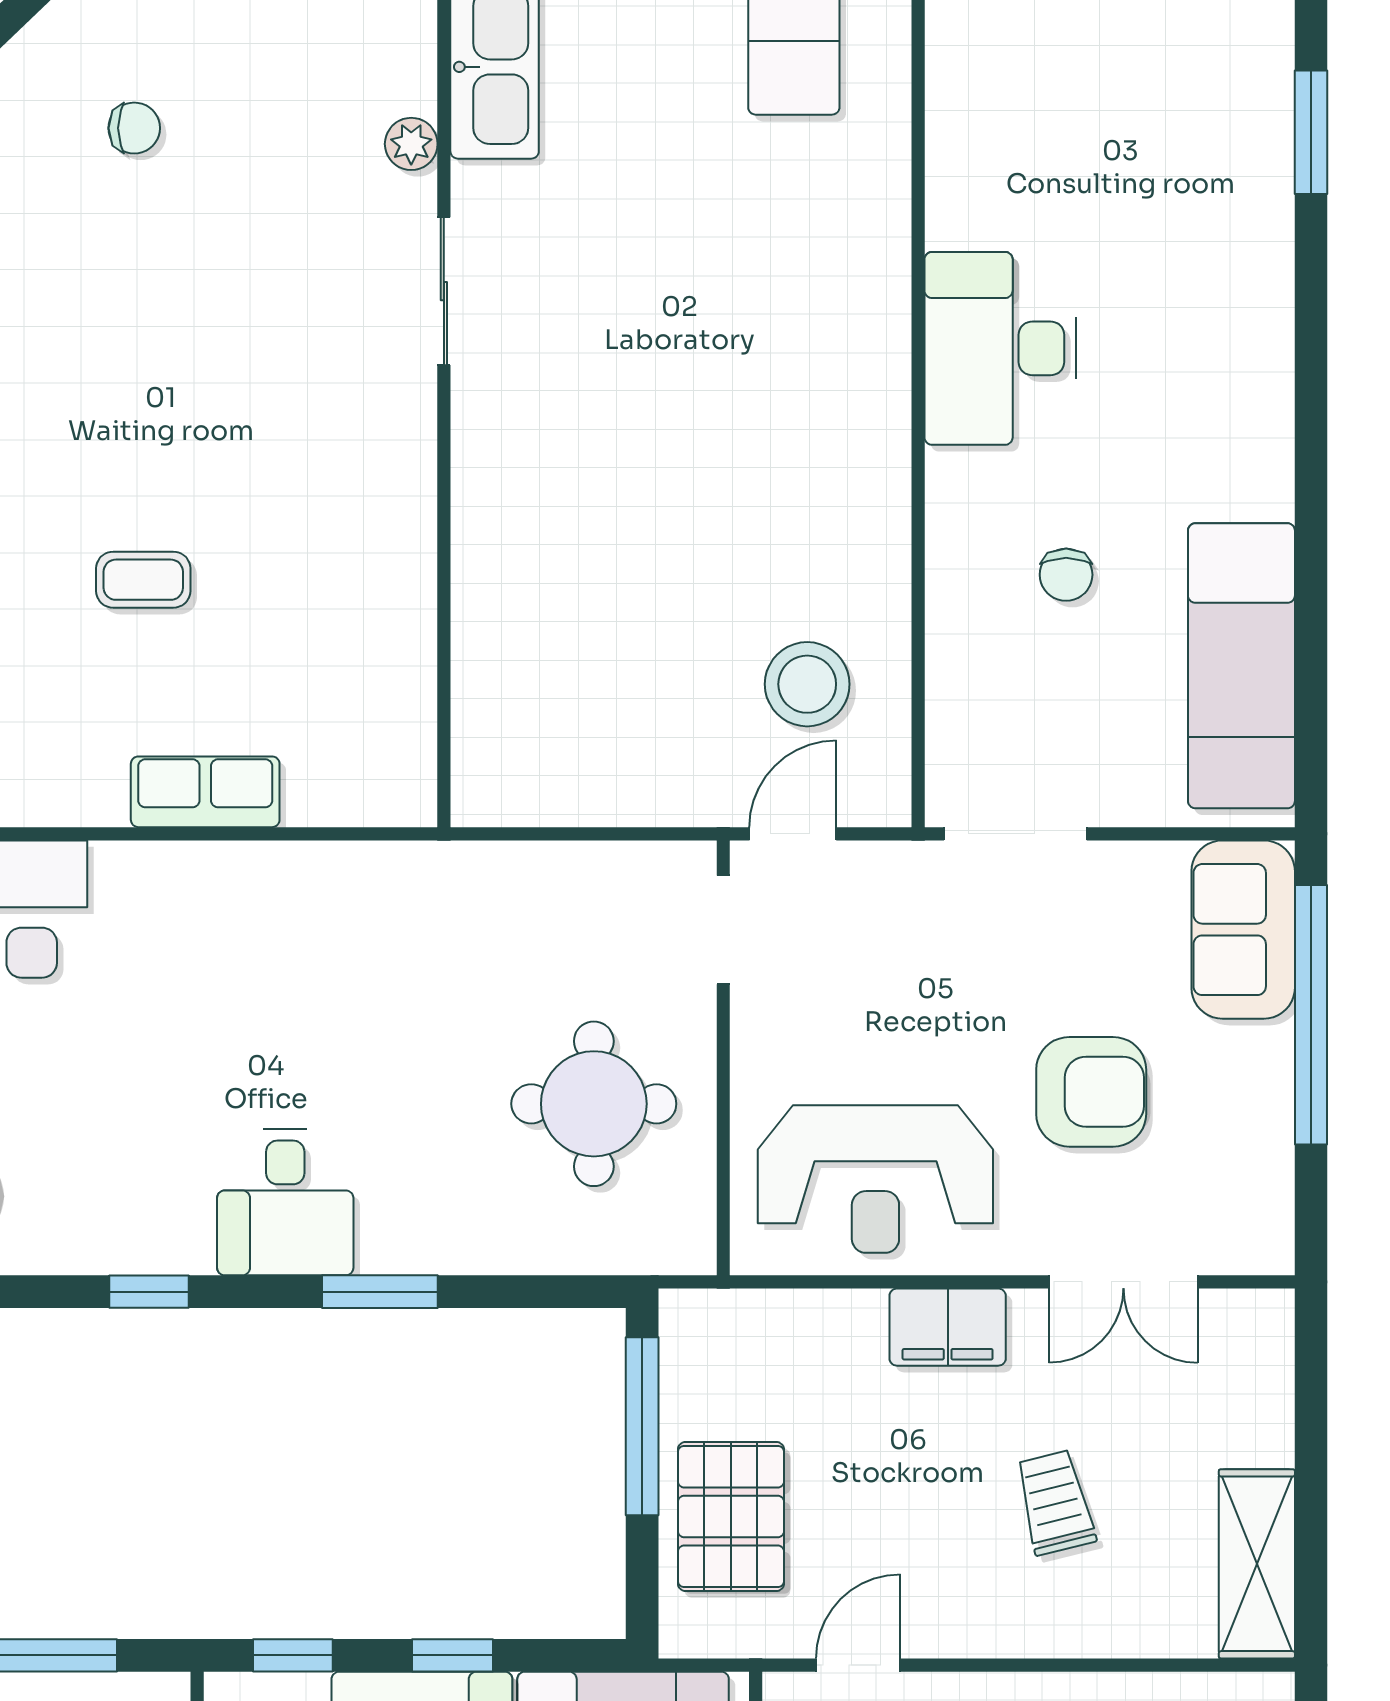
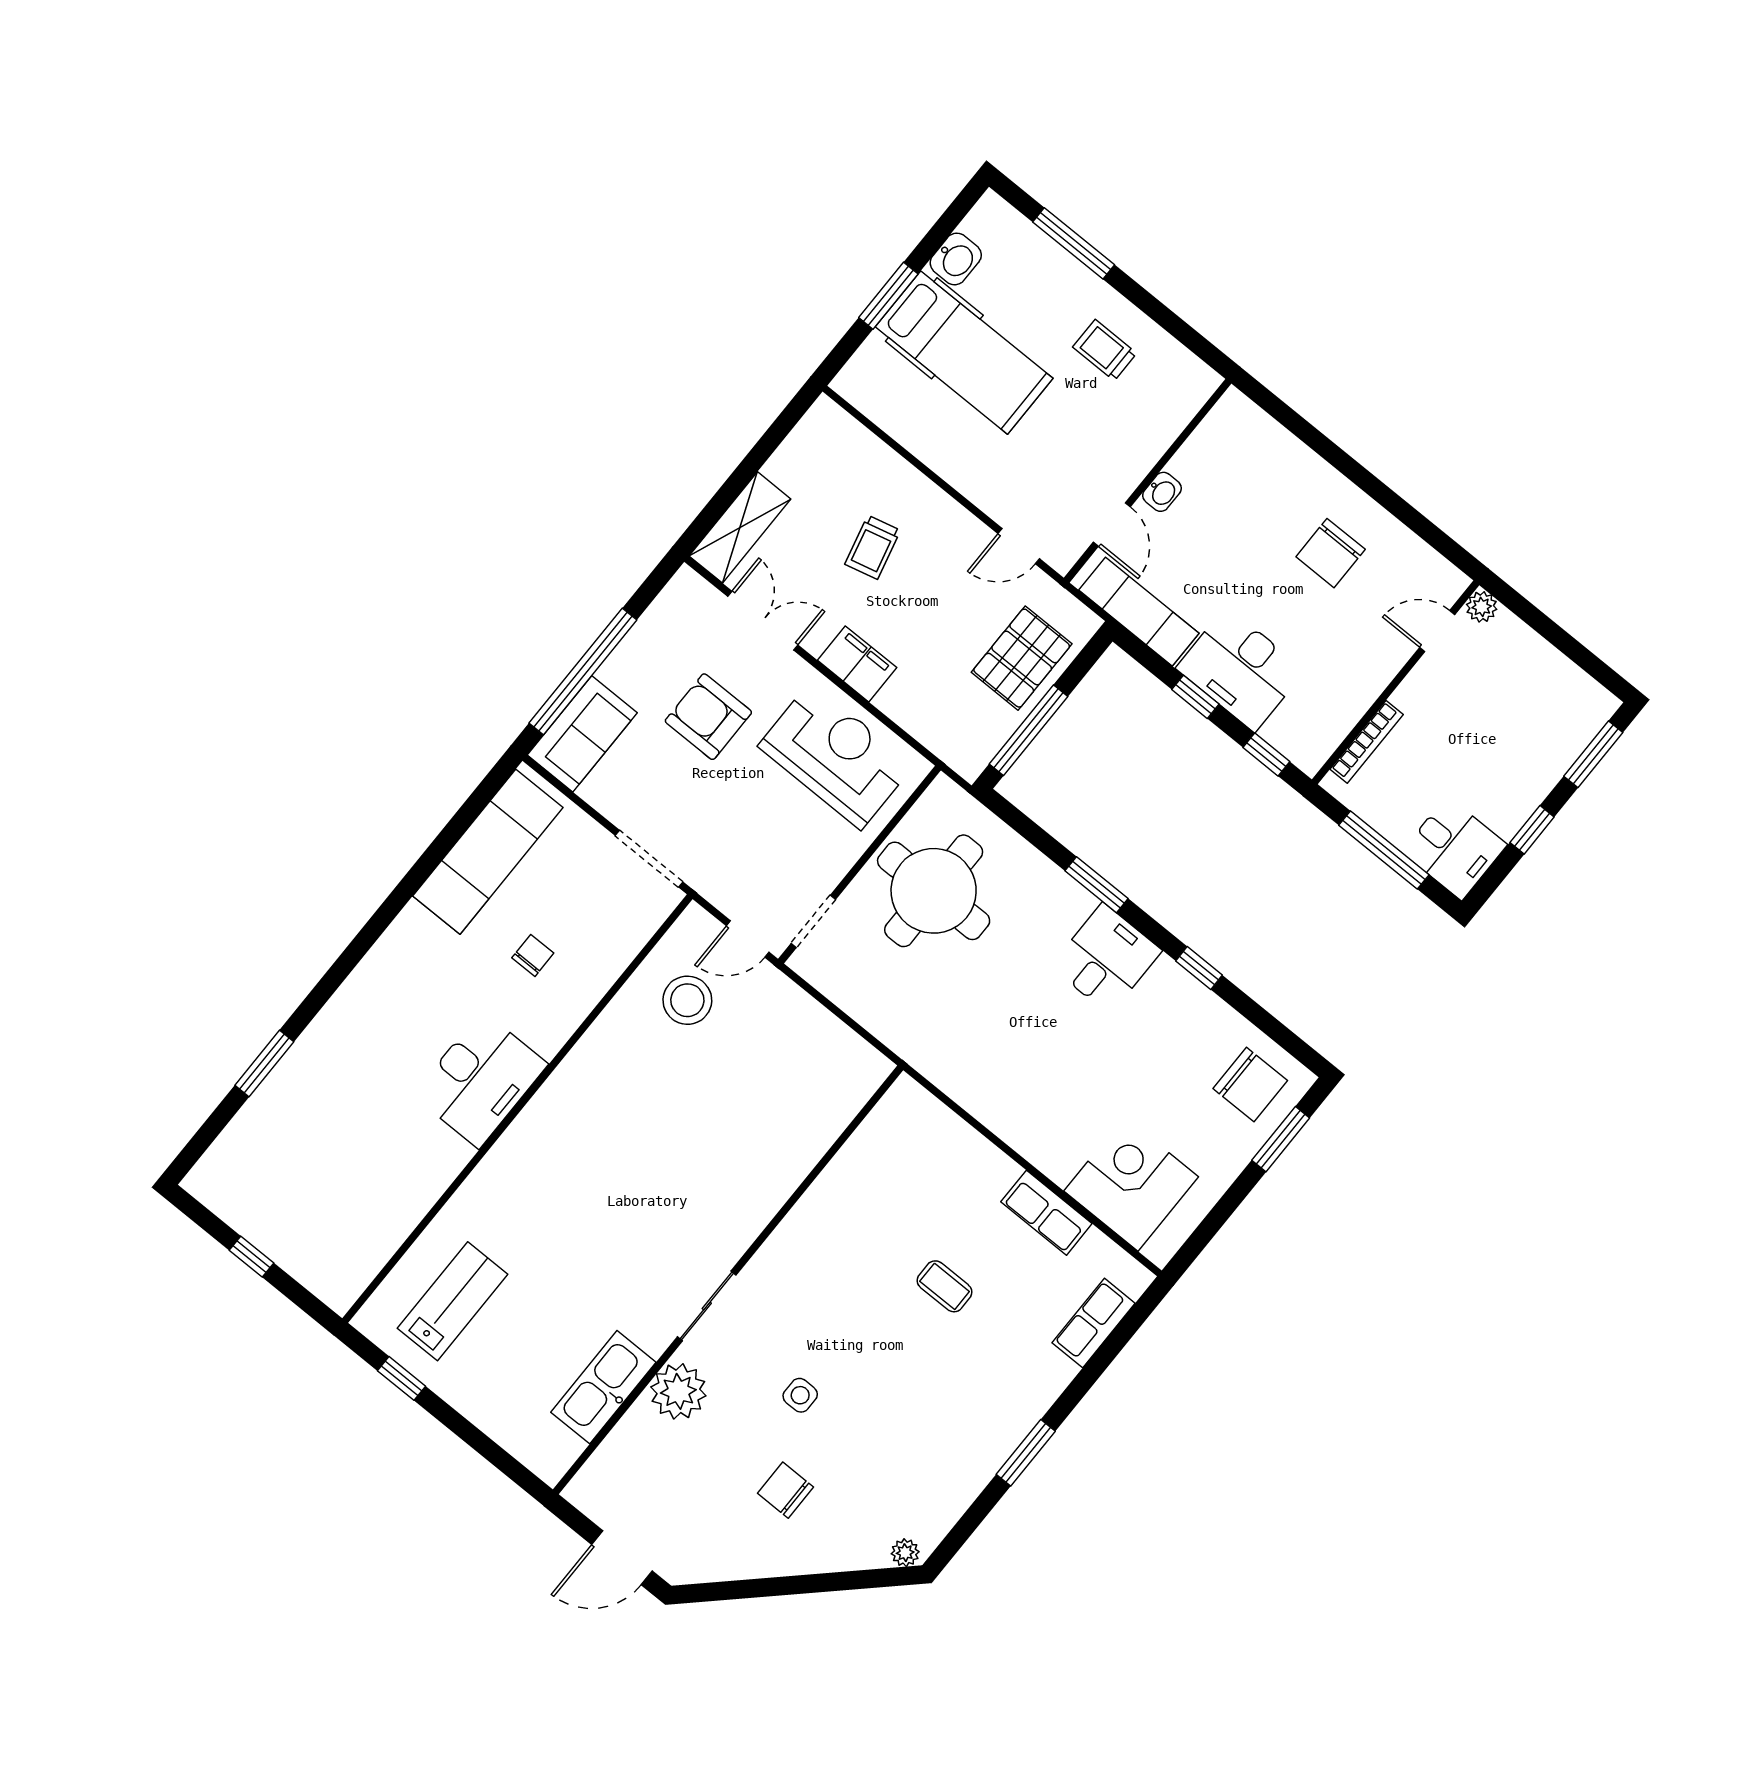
chair: (134, 128) -> (786, 1490), width x1.37, depth x1.37
plant: (411, 144) -> (678, 1391), width x1.88, depth x1.88
side table: (219, 273) -> (800, 1395), added
row of seats: (205, 792) -> (1046, 1213), moved
round table: (594, 1104) -> (934, 891), width x1.36, depth x1.36
shelving: (1257, 1564) -> (740, 527), moved

